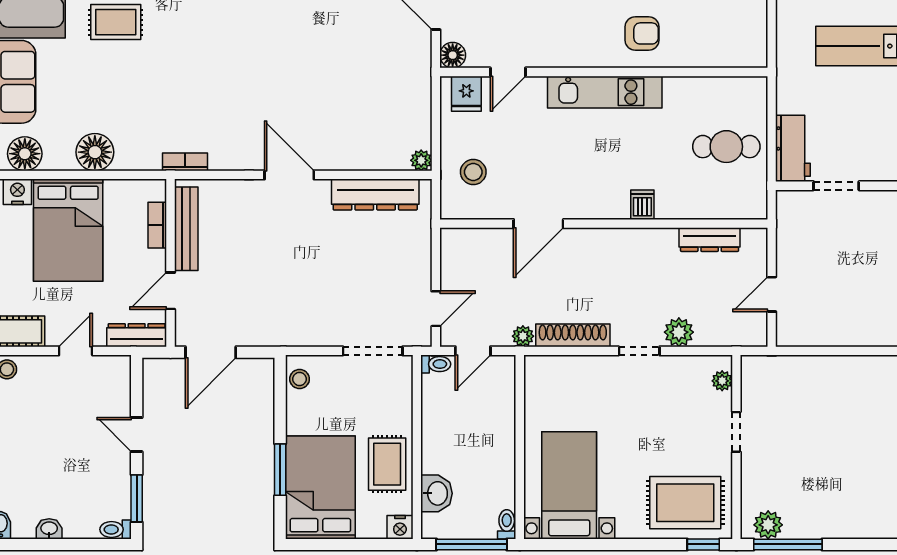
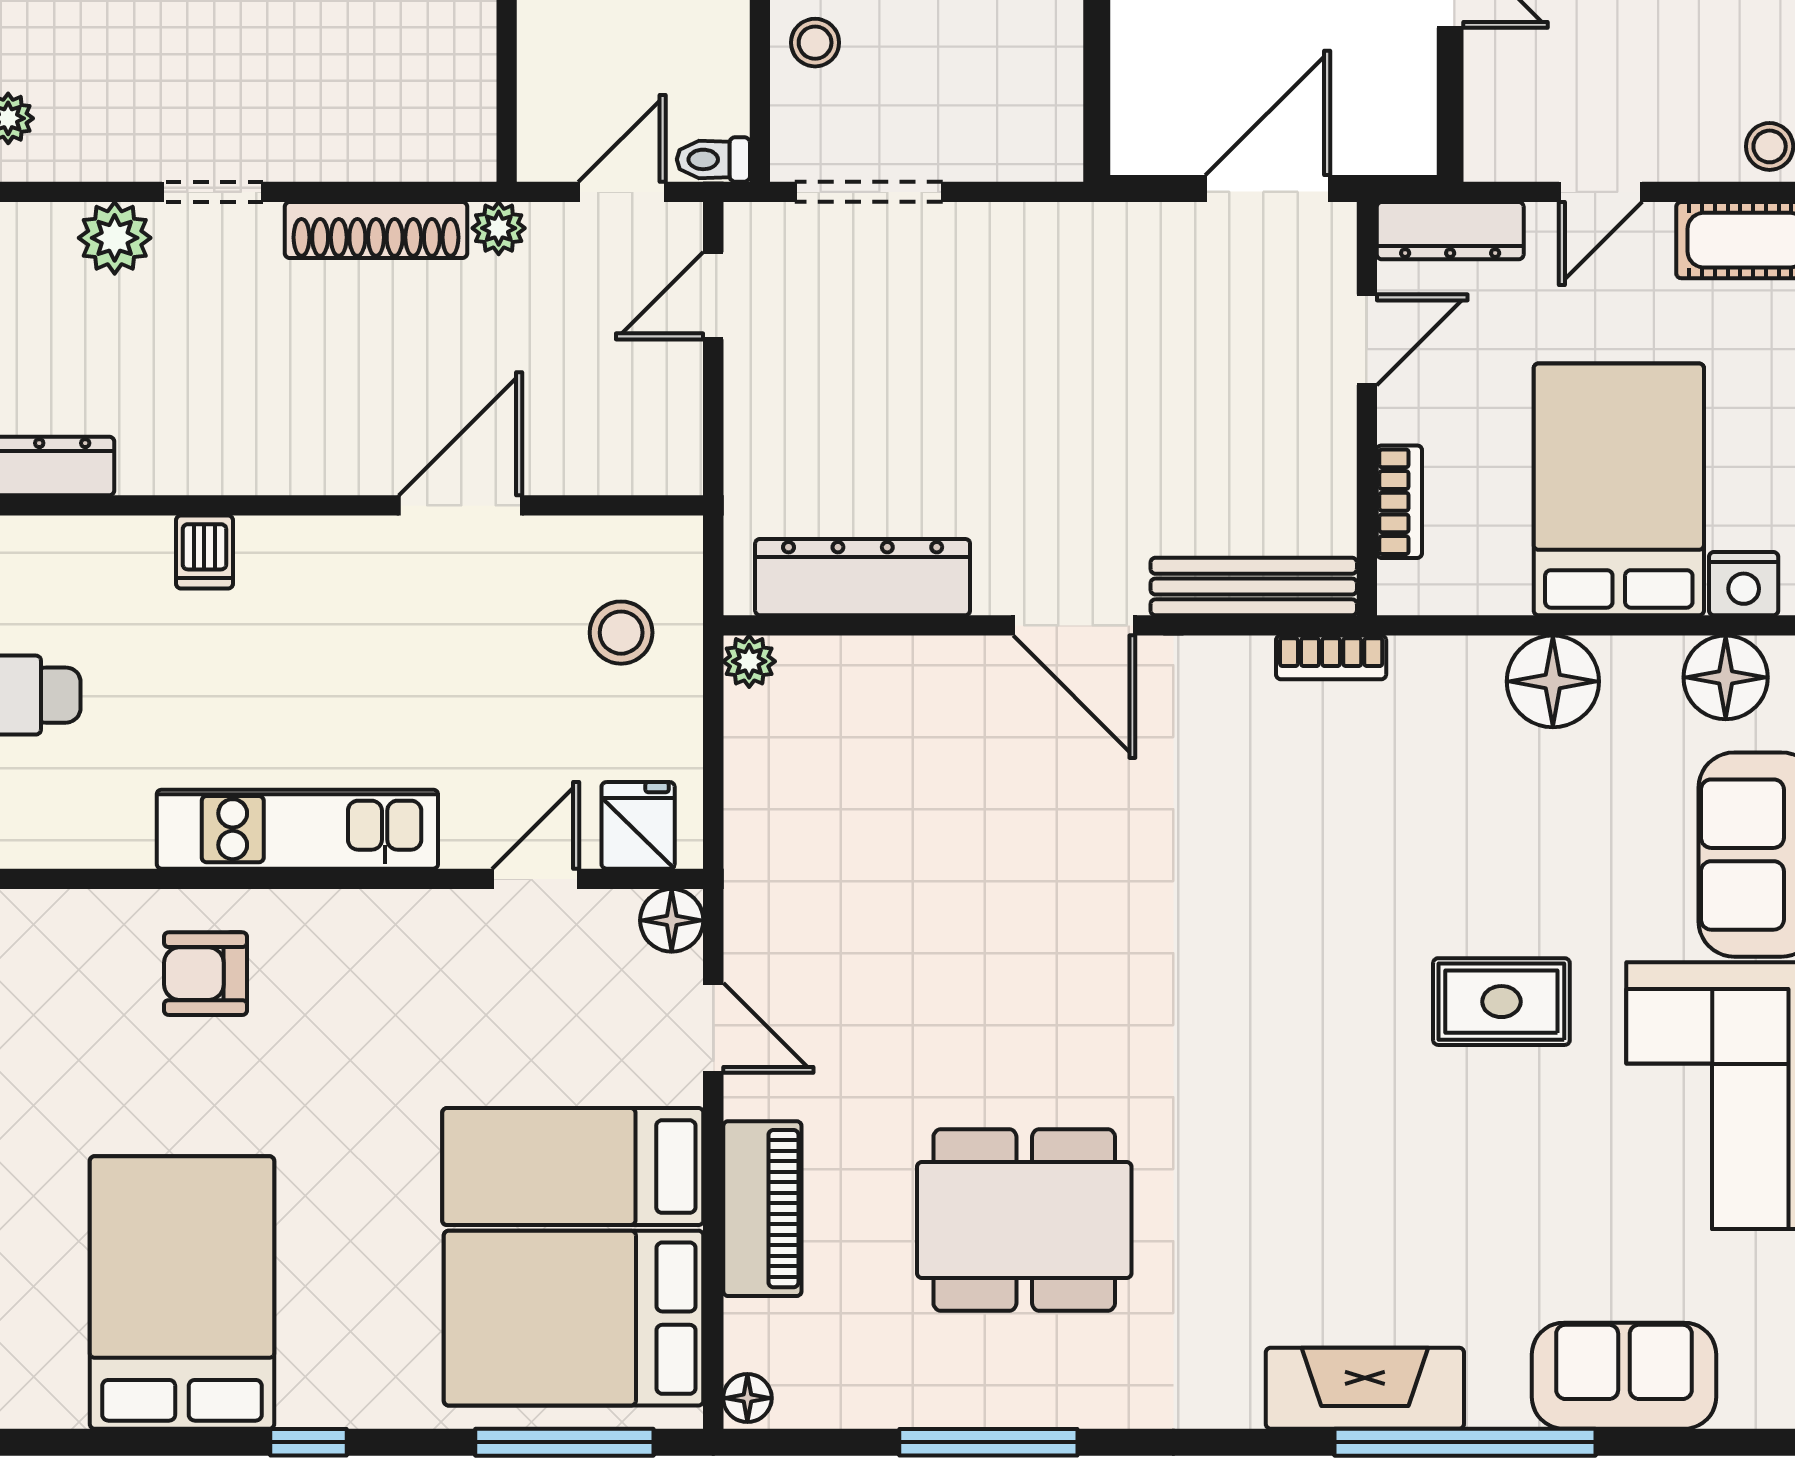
bench: (186, 229) -> (1254, 587), moved, turned 90
stool: (300, 379) -> (815, 43), moved

